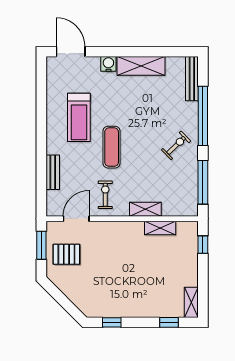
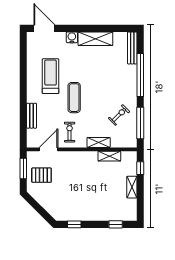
treadmill: (79, 117) -> (51, 76), turned 180
exercise bike: (176, 145) -> (119, 115), moved
shelving: (191, 302) -> (132, 187), moved

